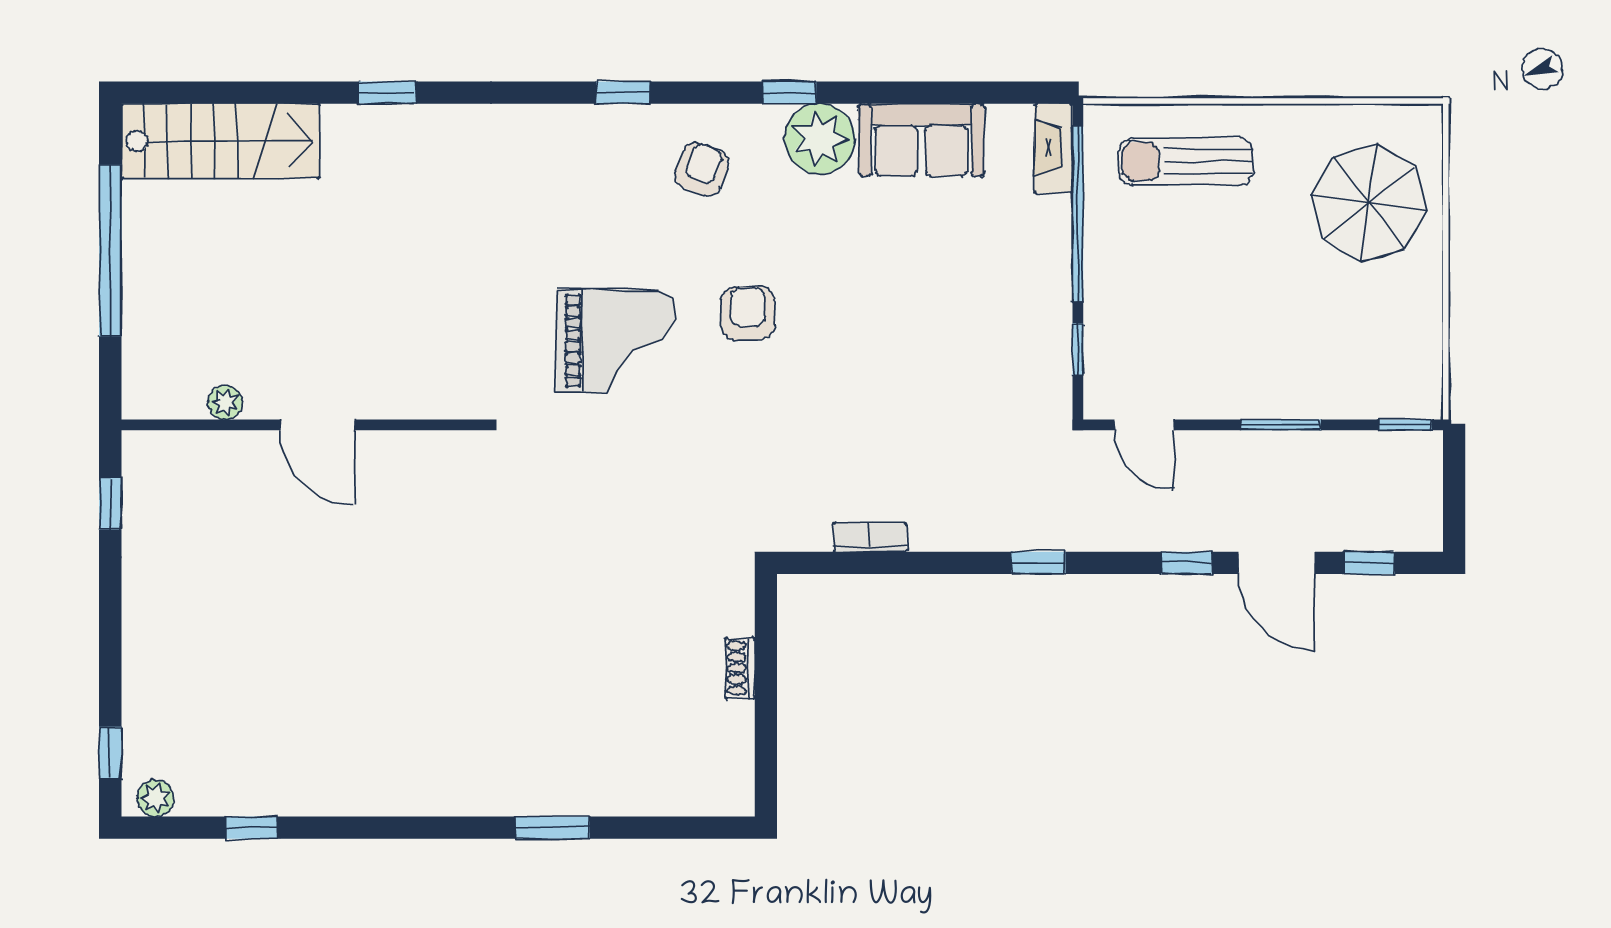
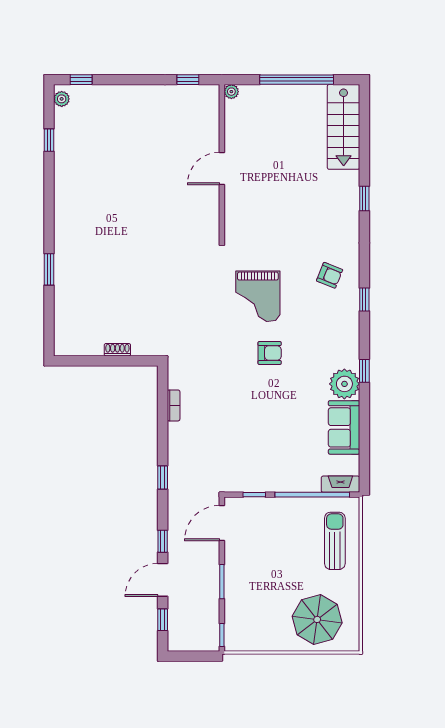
armchair: (702, 169) -> (330, 275), moved
plant: (225, 402) -> (231, 92), moved
door: (1144, 425) -> (222, 523), width x1.38

